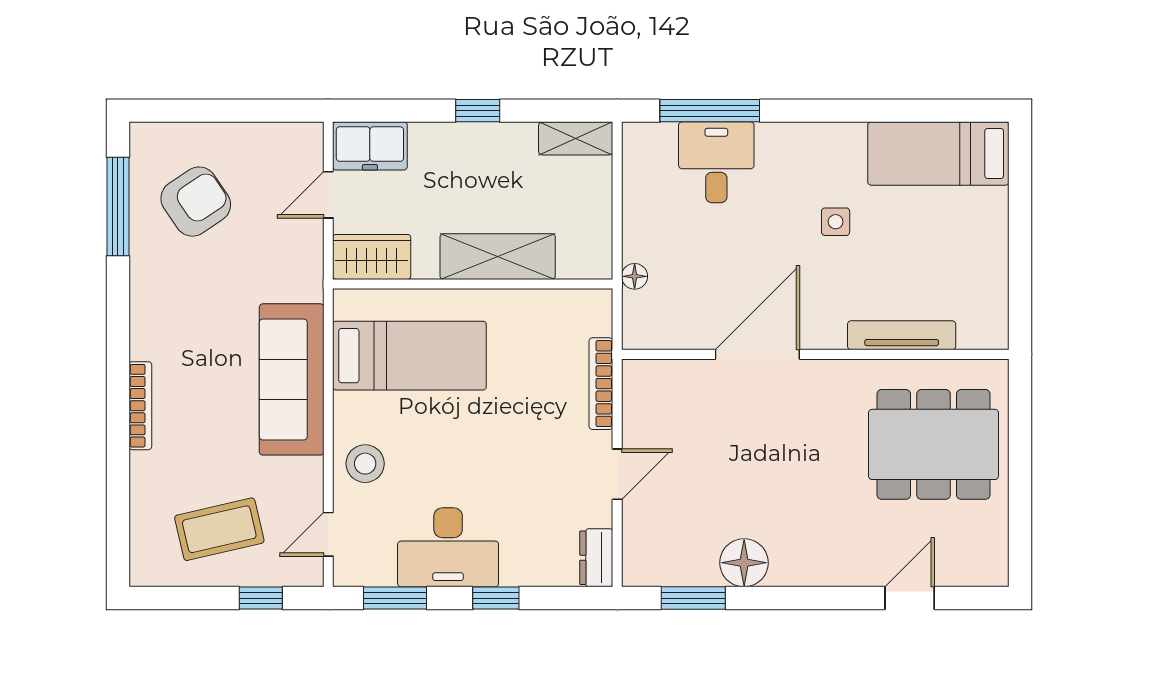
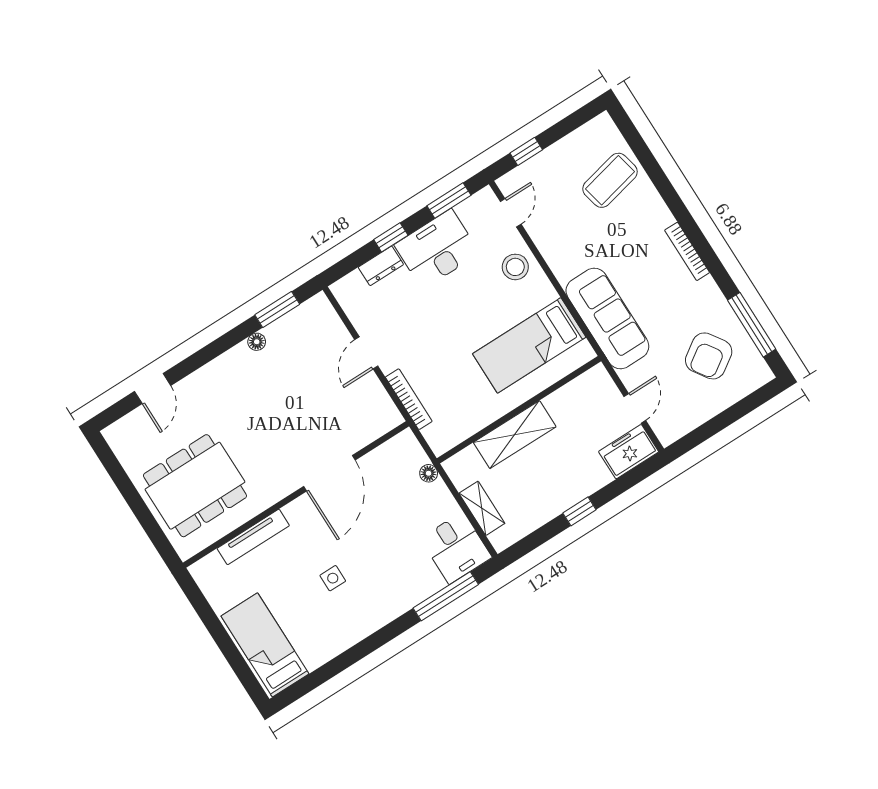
shelving: (576, 138) -> (482, 508), moved, turned 90
bed: (938, 154) -> (265, 645), moved, turned -90
desk: (716, 162) -> (456, 548), moved
wardrobe: (372, 257) -> (587, 388), removed
sofa: (292, 379) -> (607, 319), moved
bookcase: (140, 406) -> (687, 251), moved
coffee table: (219, 529) -> (610, 180), moved
dresser: (596, 558) -> (381, 266), moved, turned 90
floor lamp: (744, 563) -> (257, 342), width x0.53, depth x0.53

